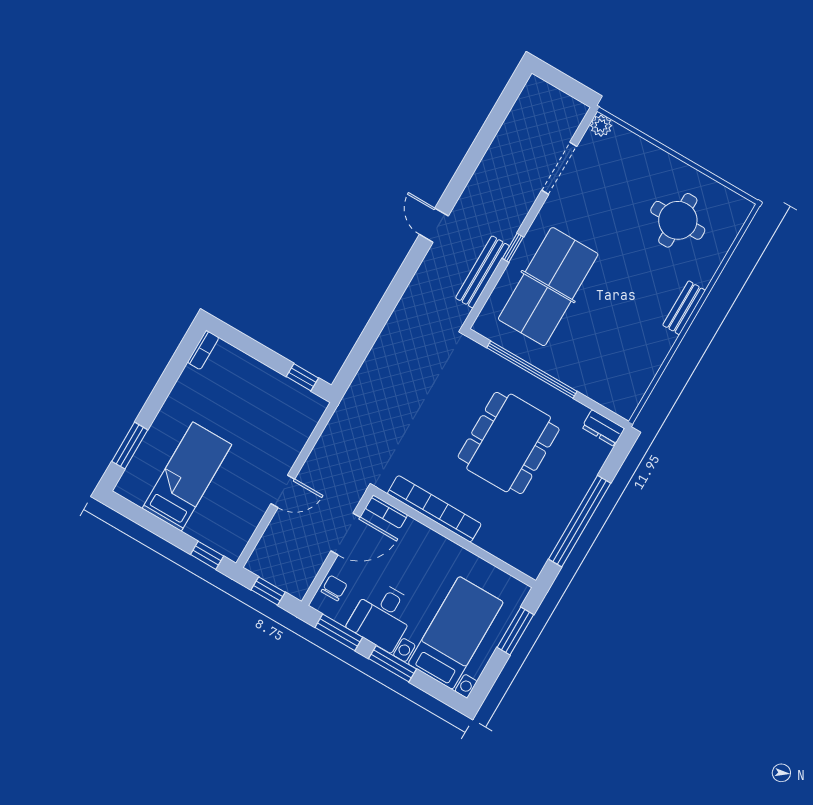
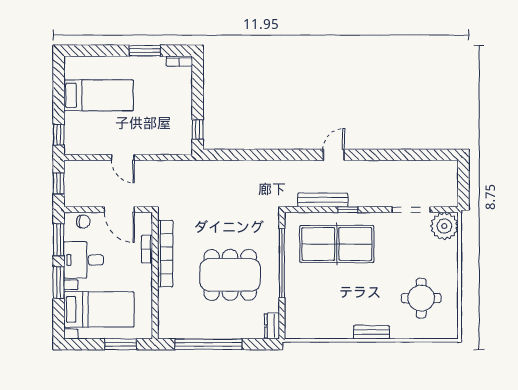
plant: (601, 126) -> (444, 226), width x1.87, depth x1.87
window: (130, 446) -> (145, 51), moved
bookcase: (386, 512) -> (147, 249), moved

